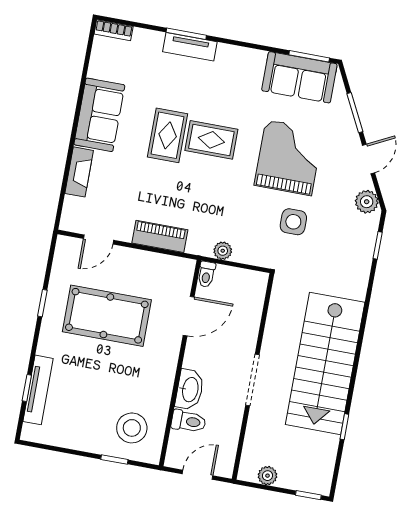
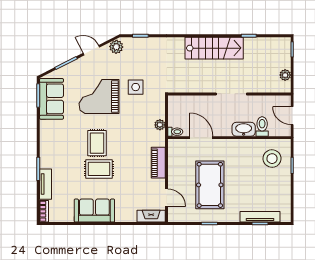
tv unit: (190, 47) -> (45, 184), moved
fireplace: (79, 172) -> (151, 216), moved
stairs: (325, 363) -> (214, 48), width x0.73, depth x0.66

